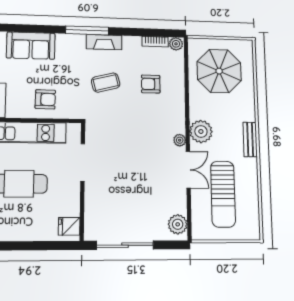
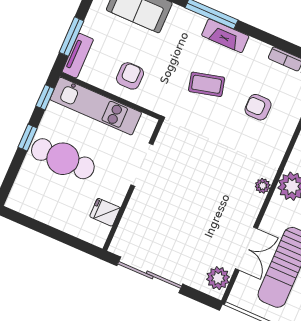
armchair: (45, 99) -> (130, 76), turned -91
double door: (188, 170) -> (246, 249), moved
fridge: (69, 226) -> (105, 212), moved

